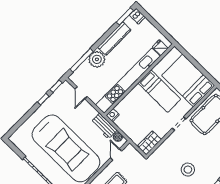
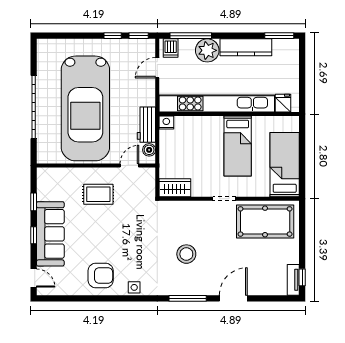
dishwasher: (137, 16) -> (171, 48), moved
bed: (188, 81) -> (285, 165), width x0.67

